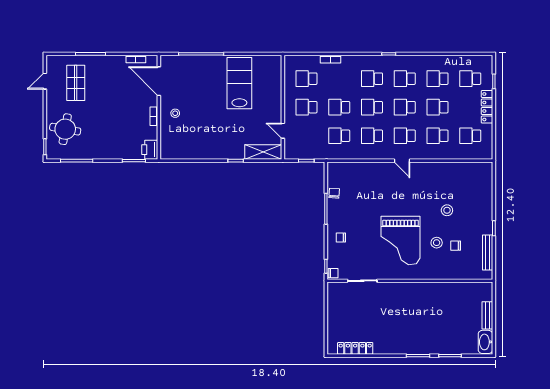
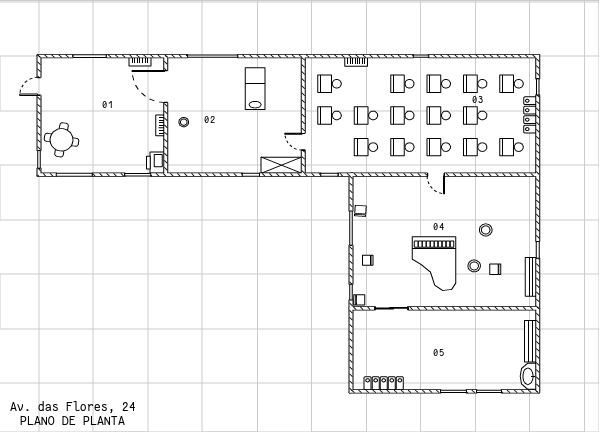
shop shelf: (76, 83) -> (73, 88), removed
lab bench: (239, 83) -> (255, 89), width x0.73, depth x0.72
bench: (487, 315) -> (531, 341), width x1.36

